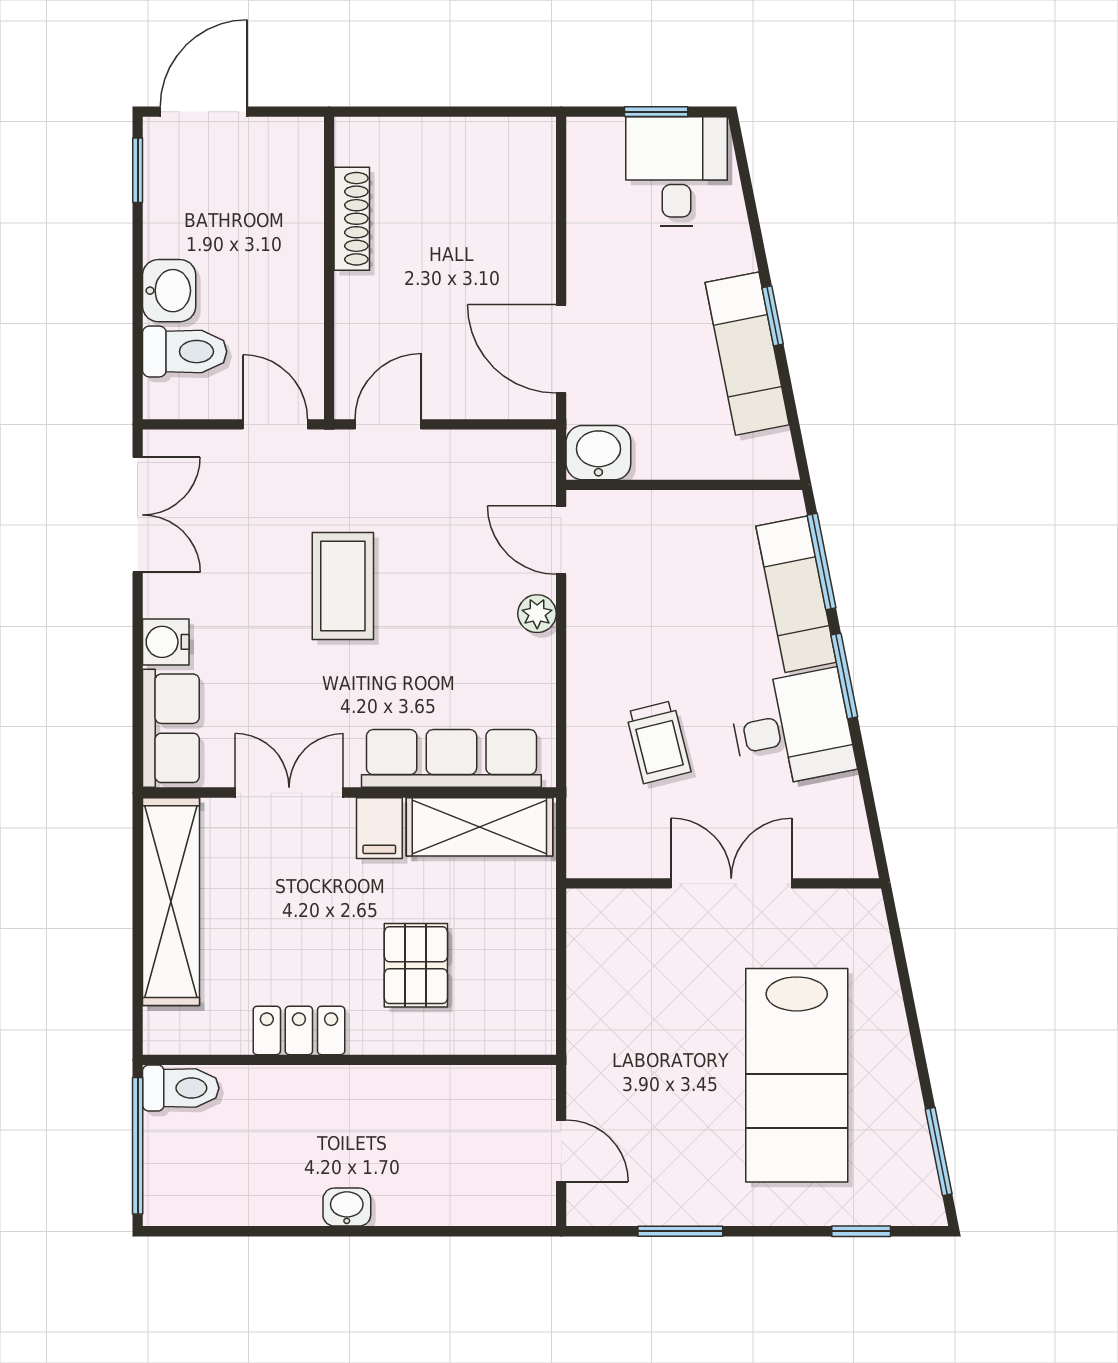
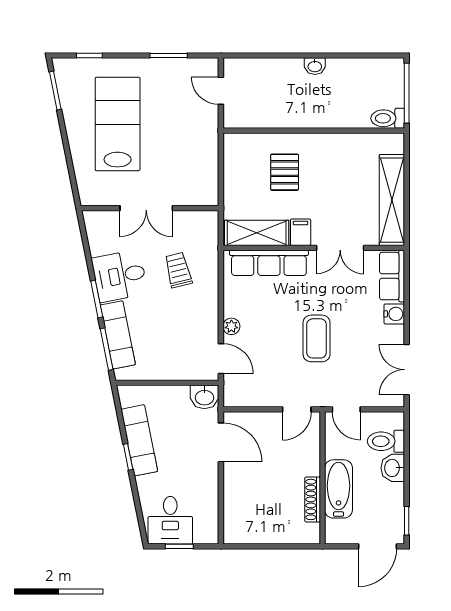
bathtub: (293, 243) -> (339, 489), added
locker: (299, 1030) -> (336, 144), removed

